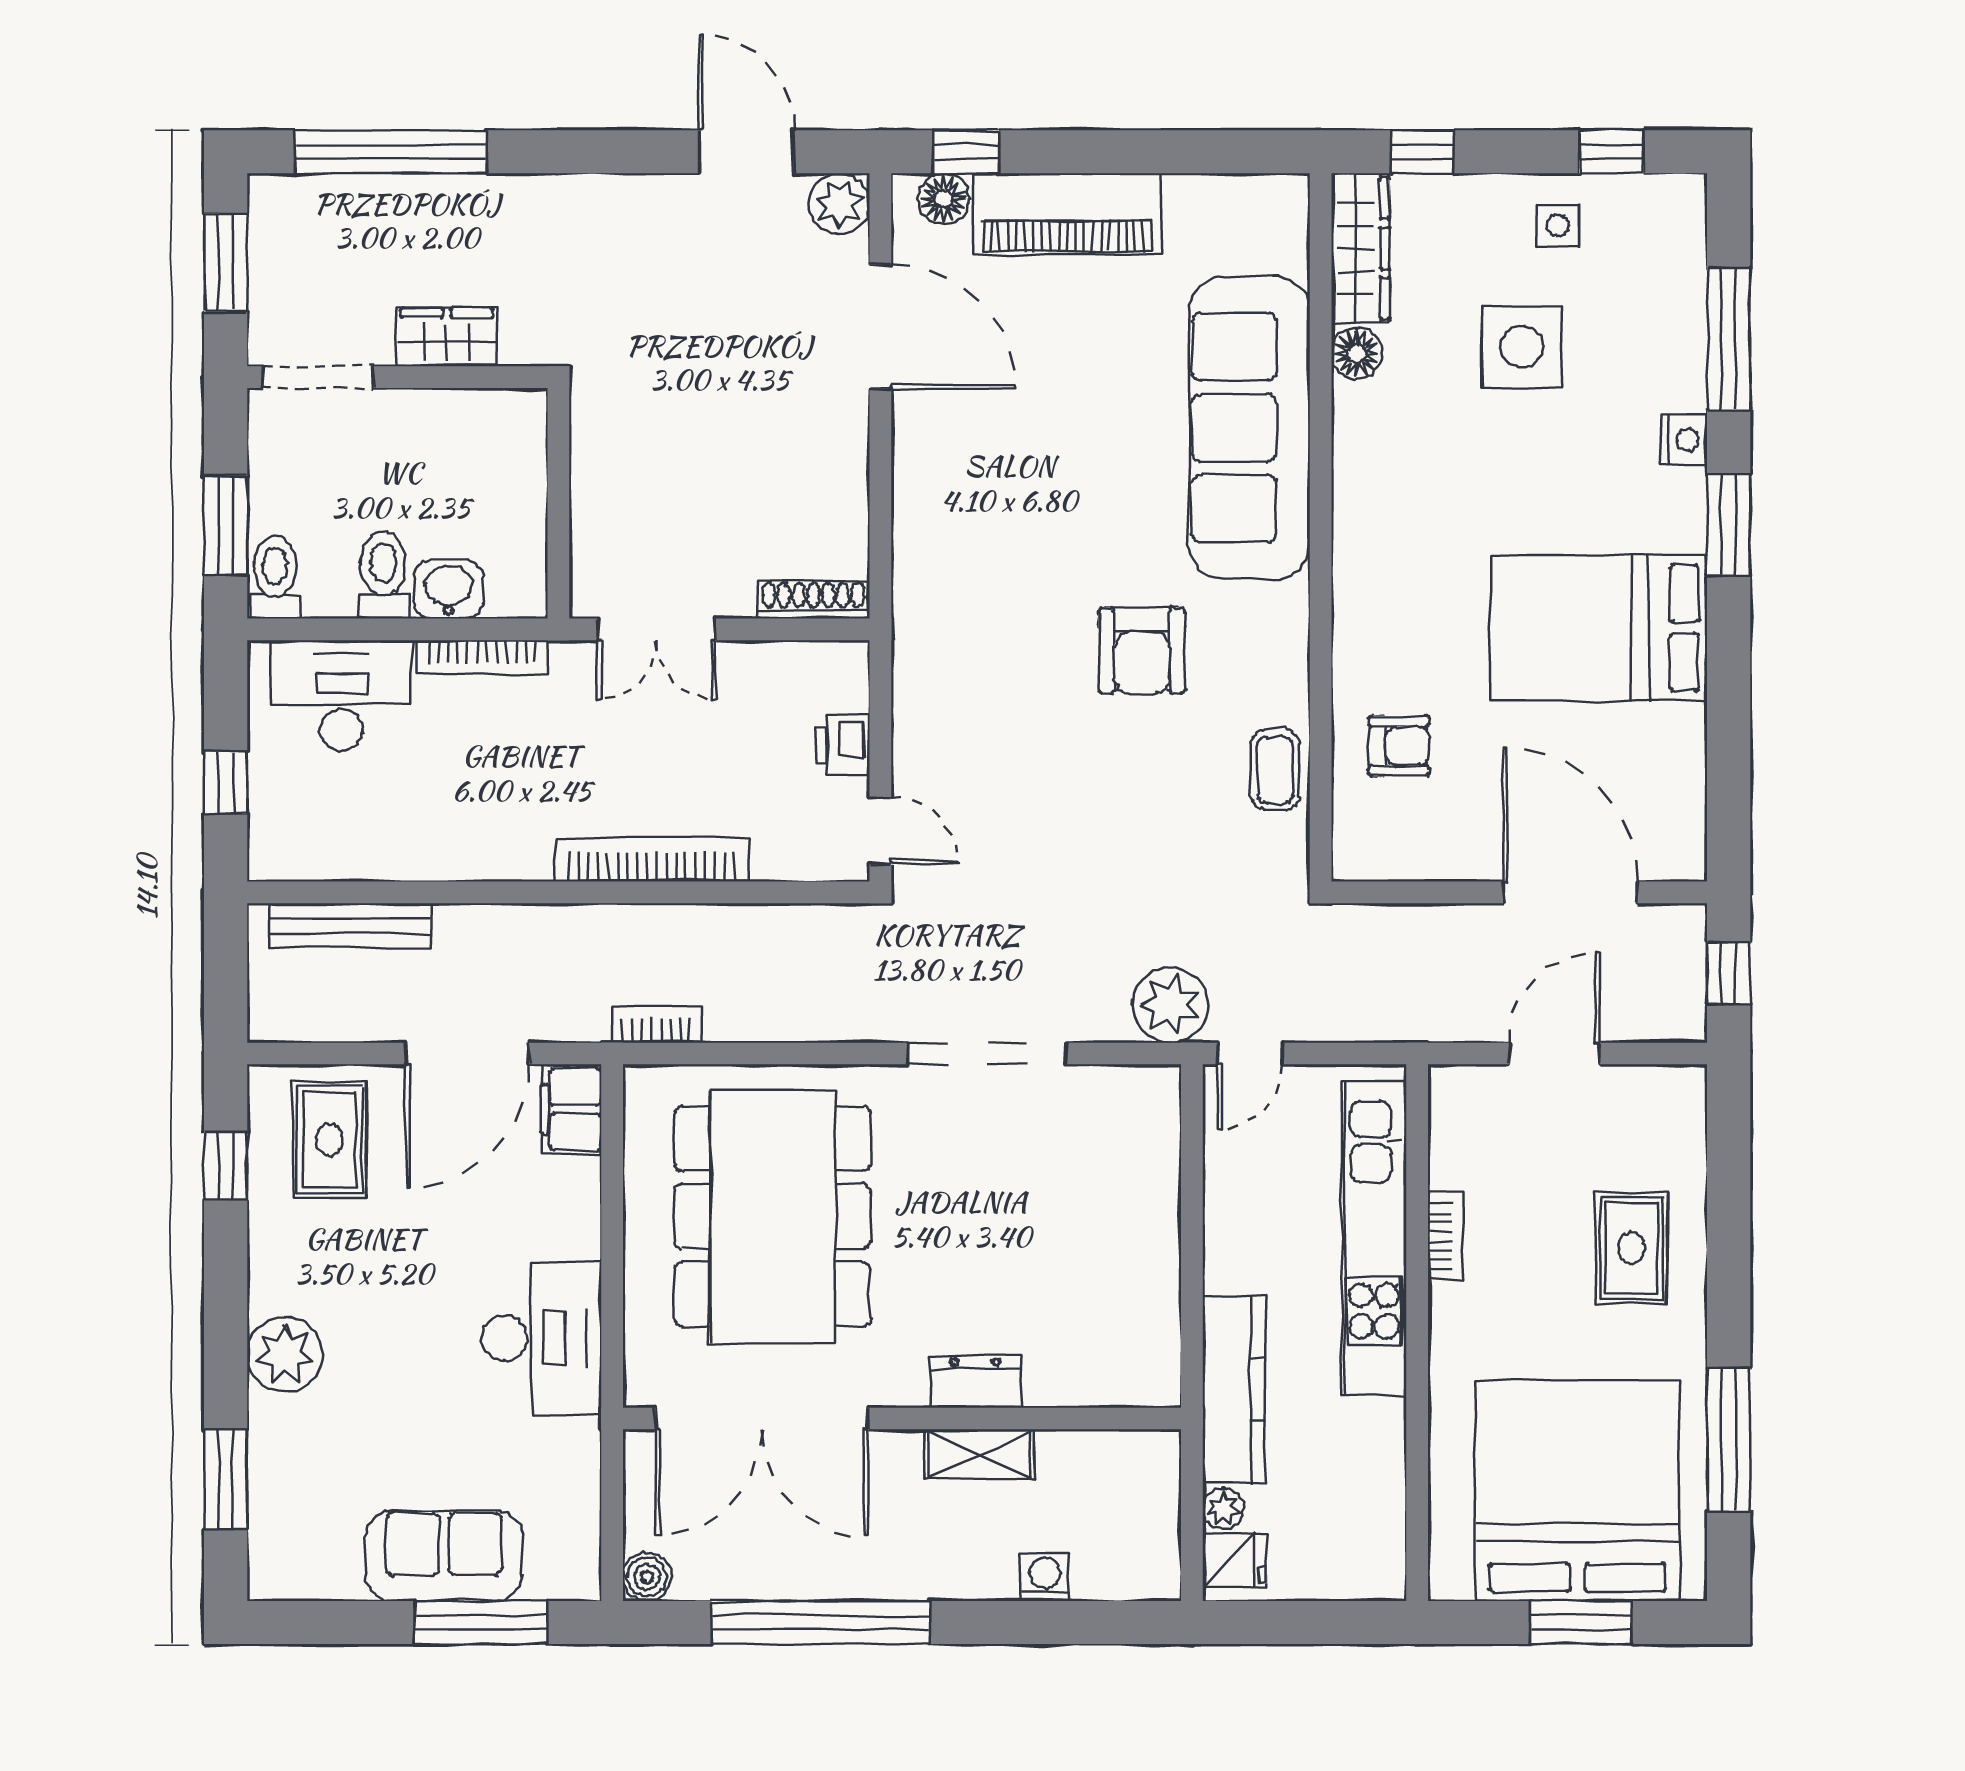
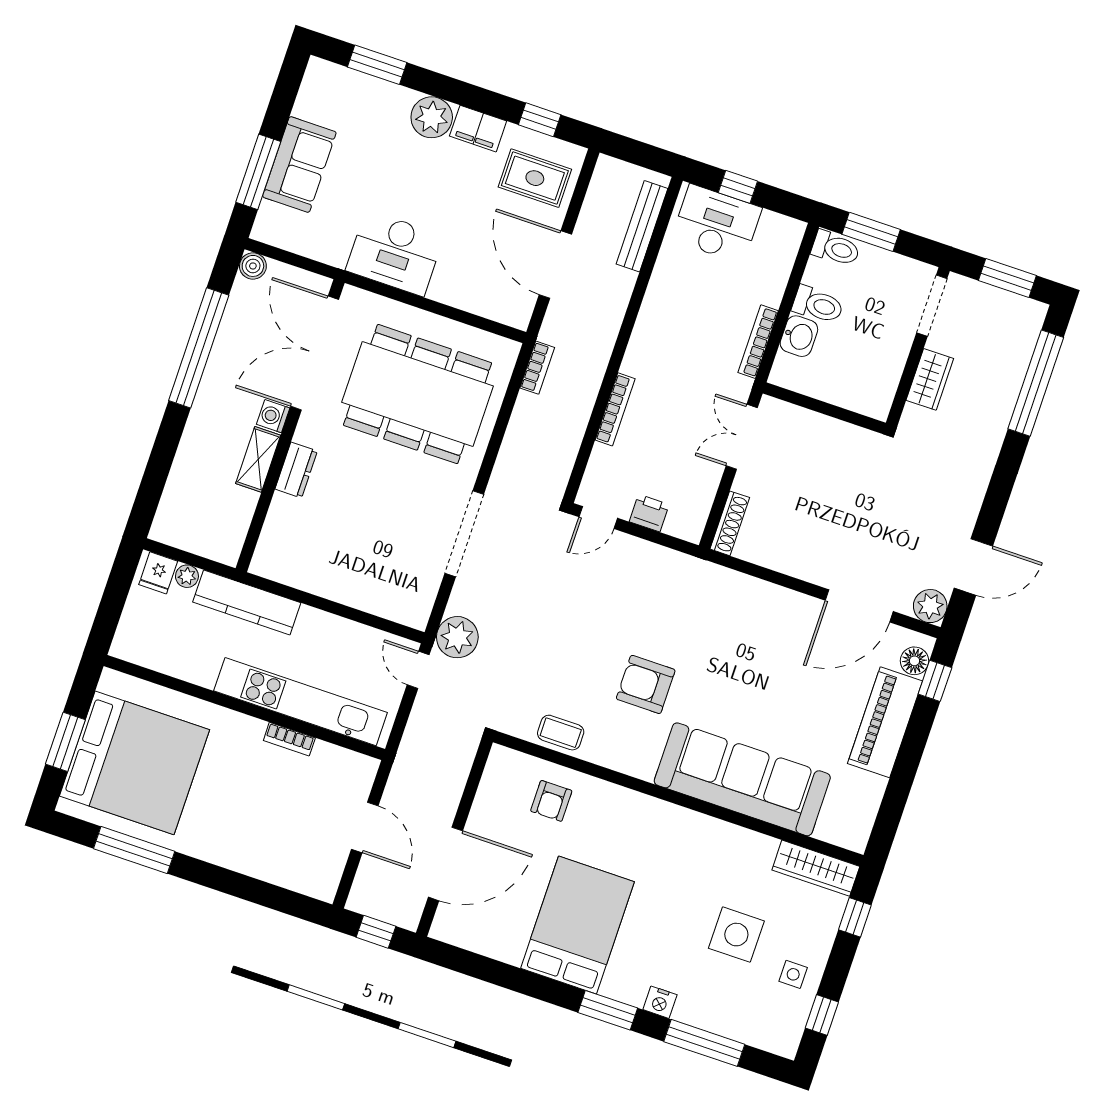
floor lamp: (1357, 353) -> (762, 848), removed
desk: (342, 695) -> (716, 224), moved, turned -90
bookcase: (652, 860) -> (615, 409), width x0.68, depth x0.76
filing cabinet: (571, 1109) -> (478, 129), moved, turned 180
rug: (1631, 1248) -> (250, 833), removed
washing machine: (1045, 1577) -> (273, 416), moved, turned 180

